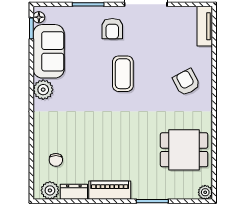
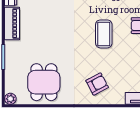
coffee table: (123, 74) -> (104, 34), turned 90

